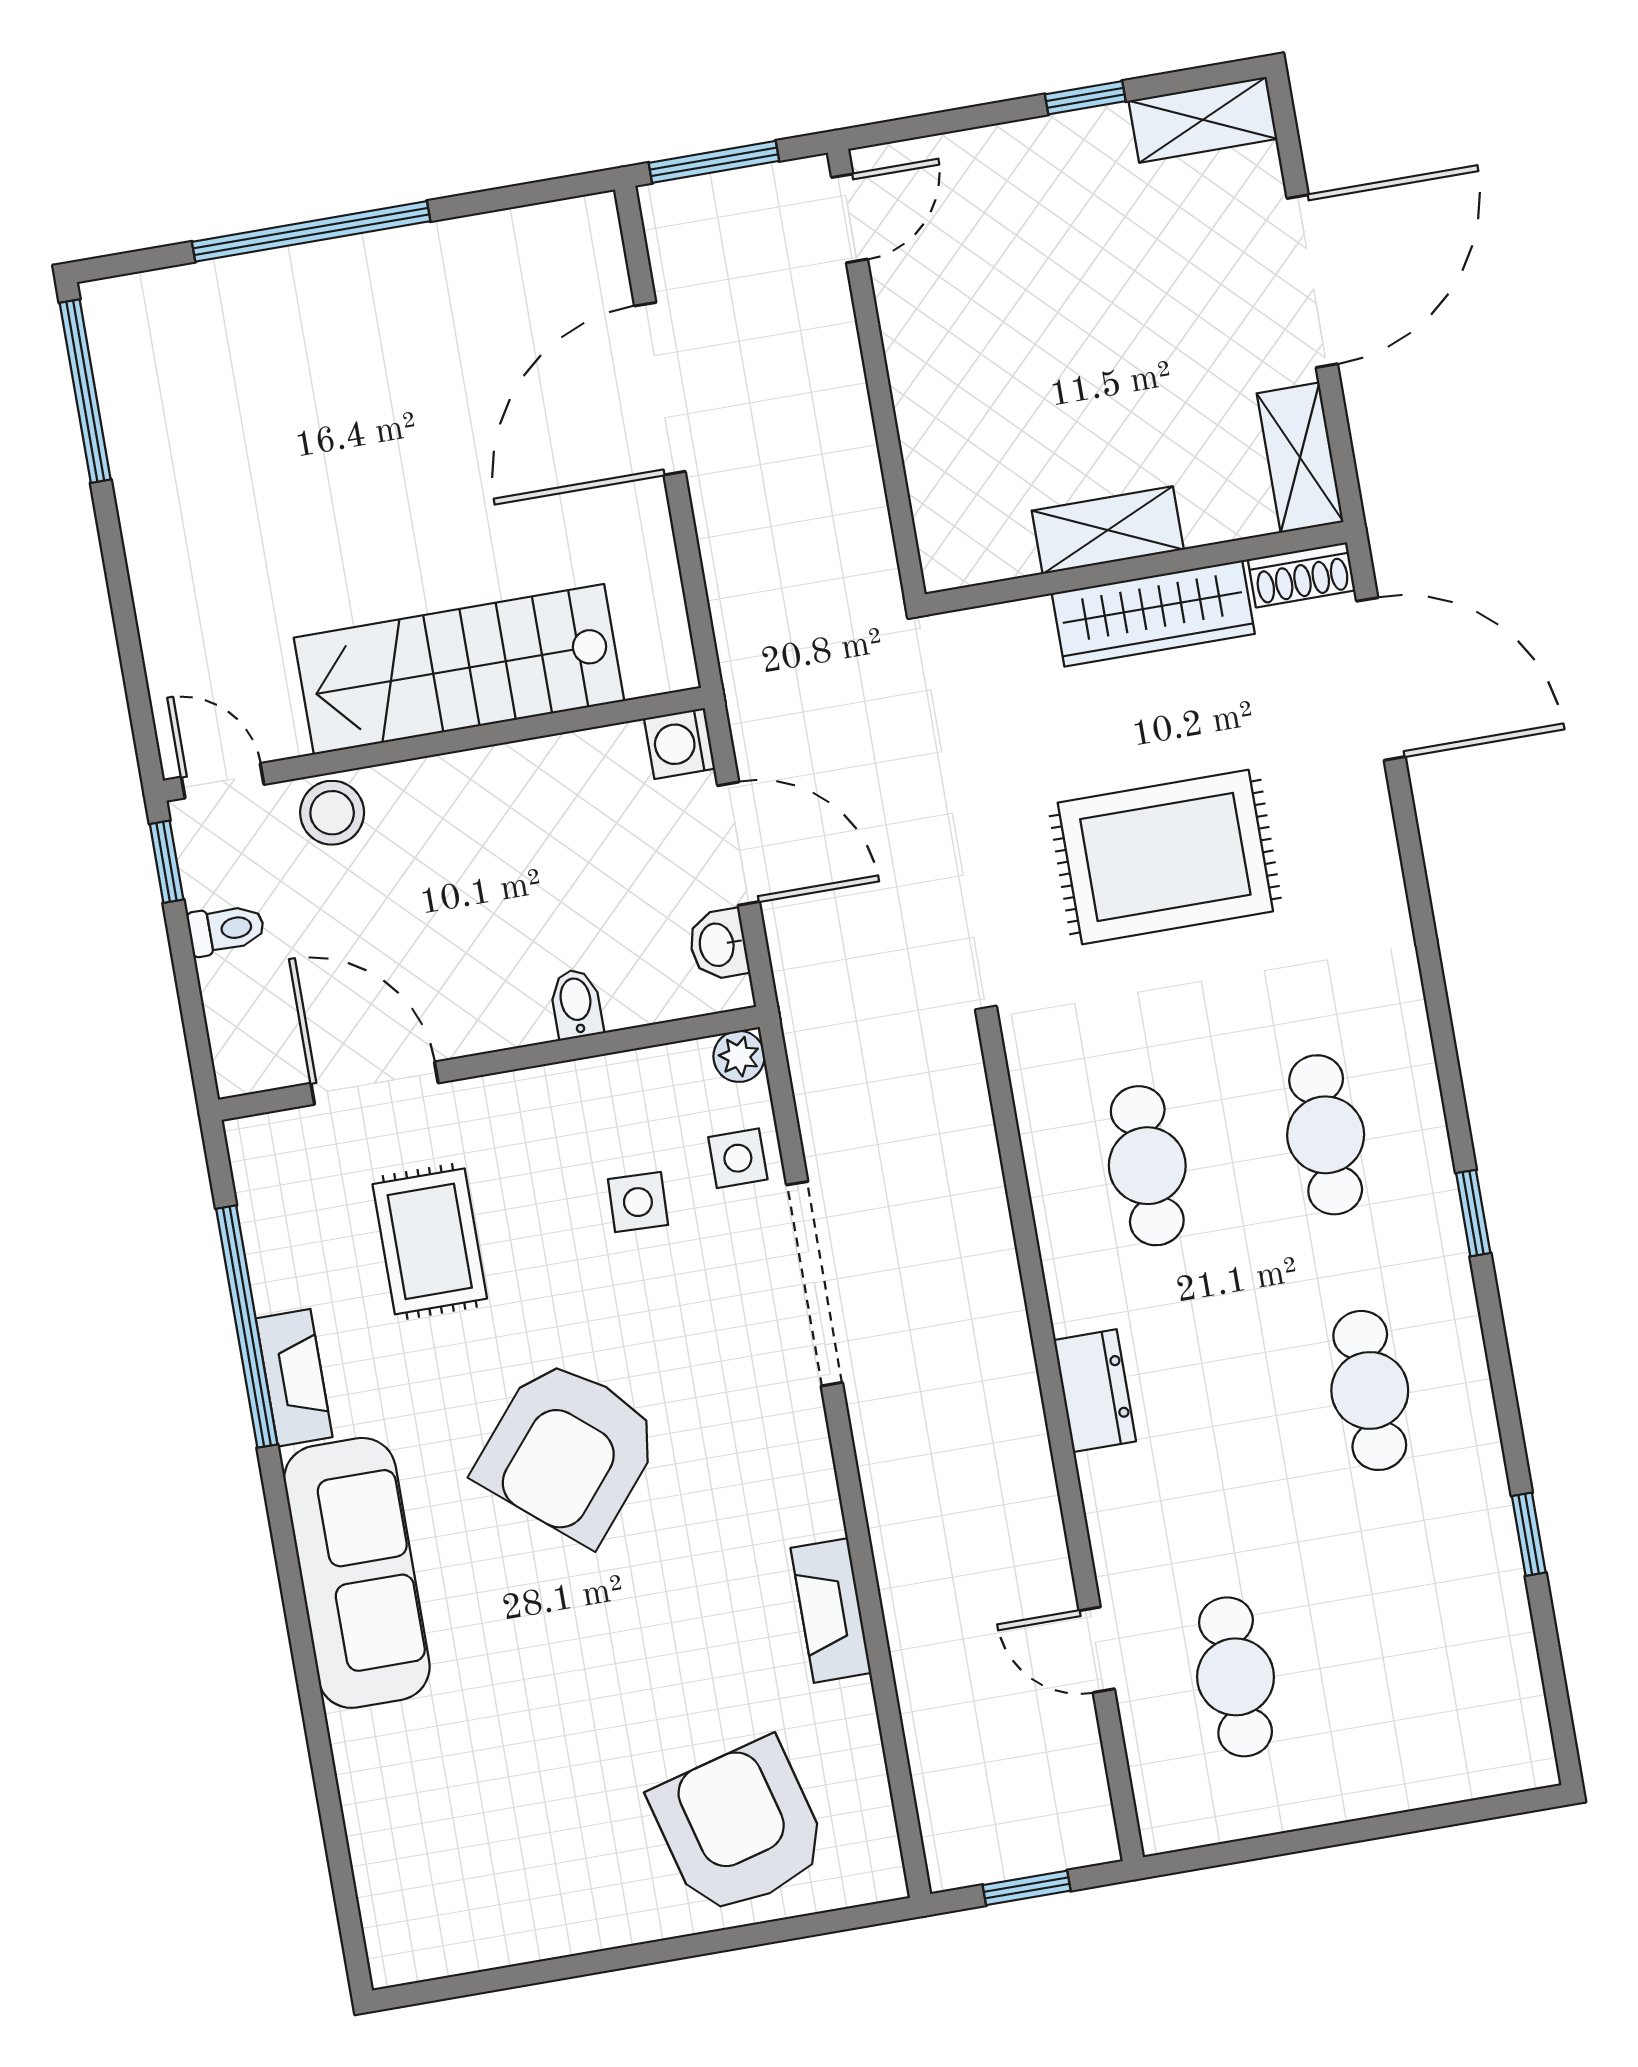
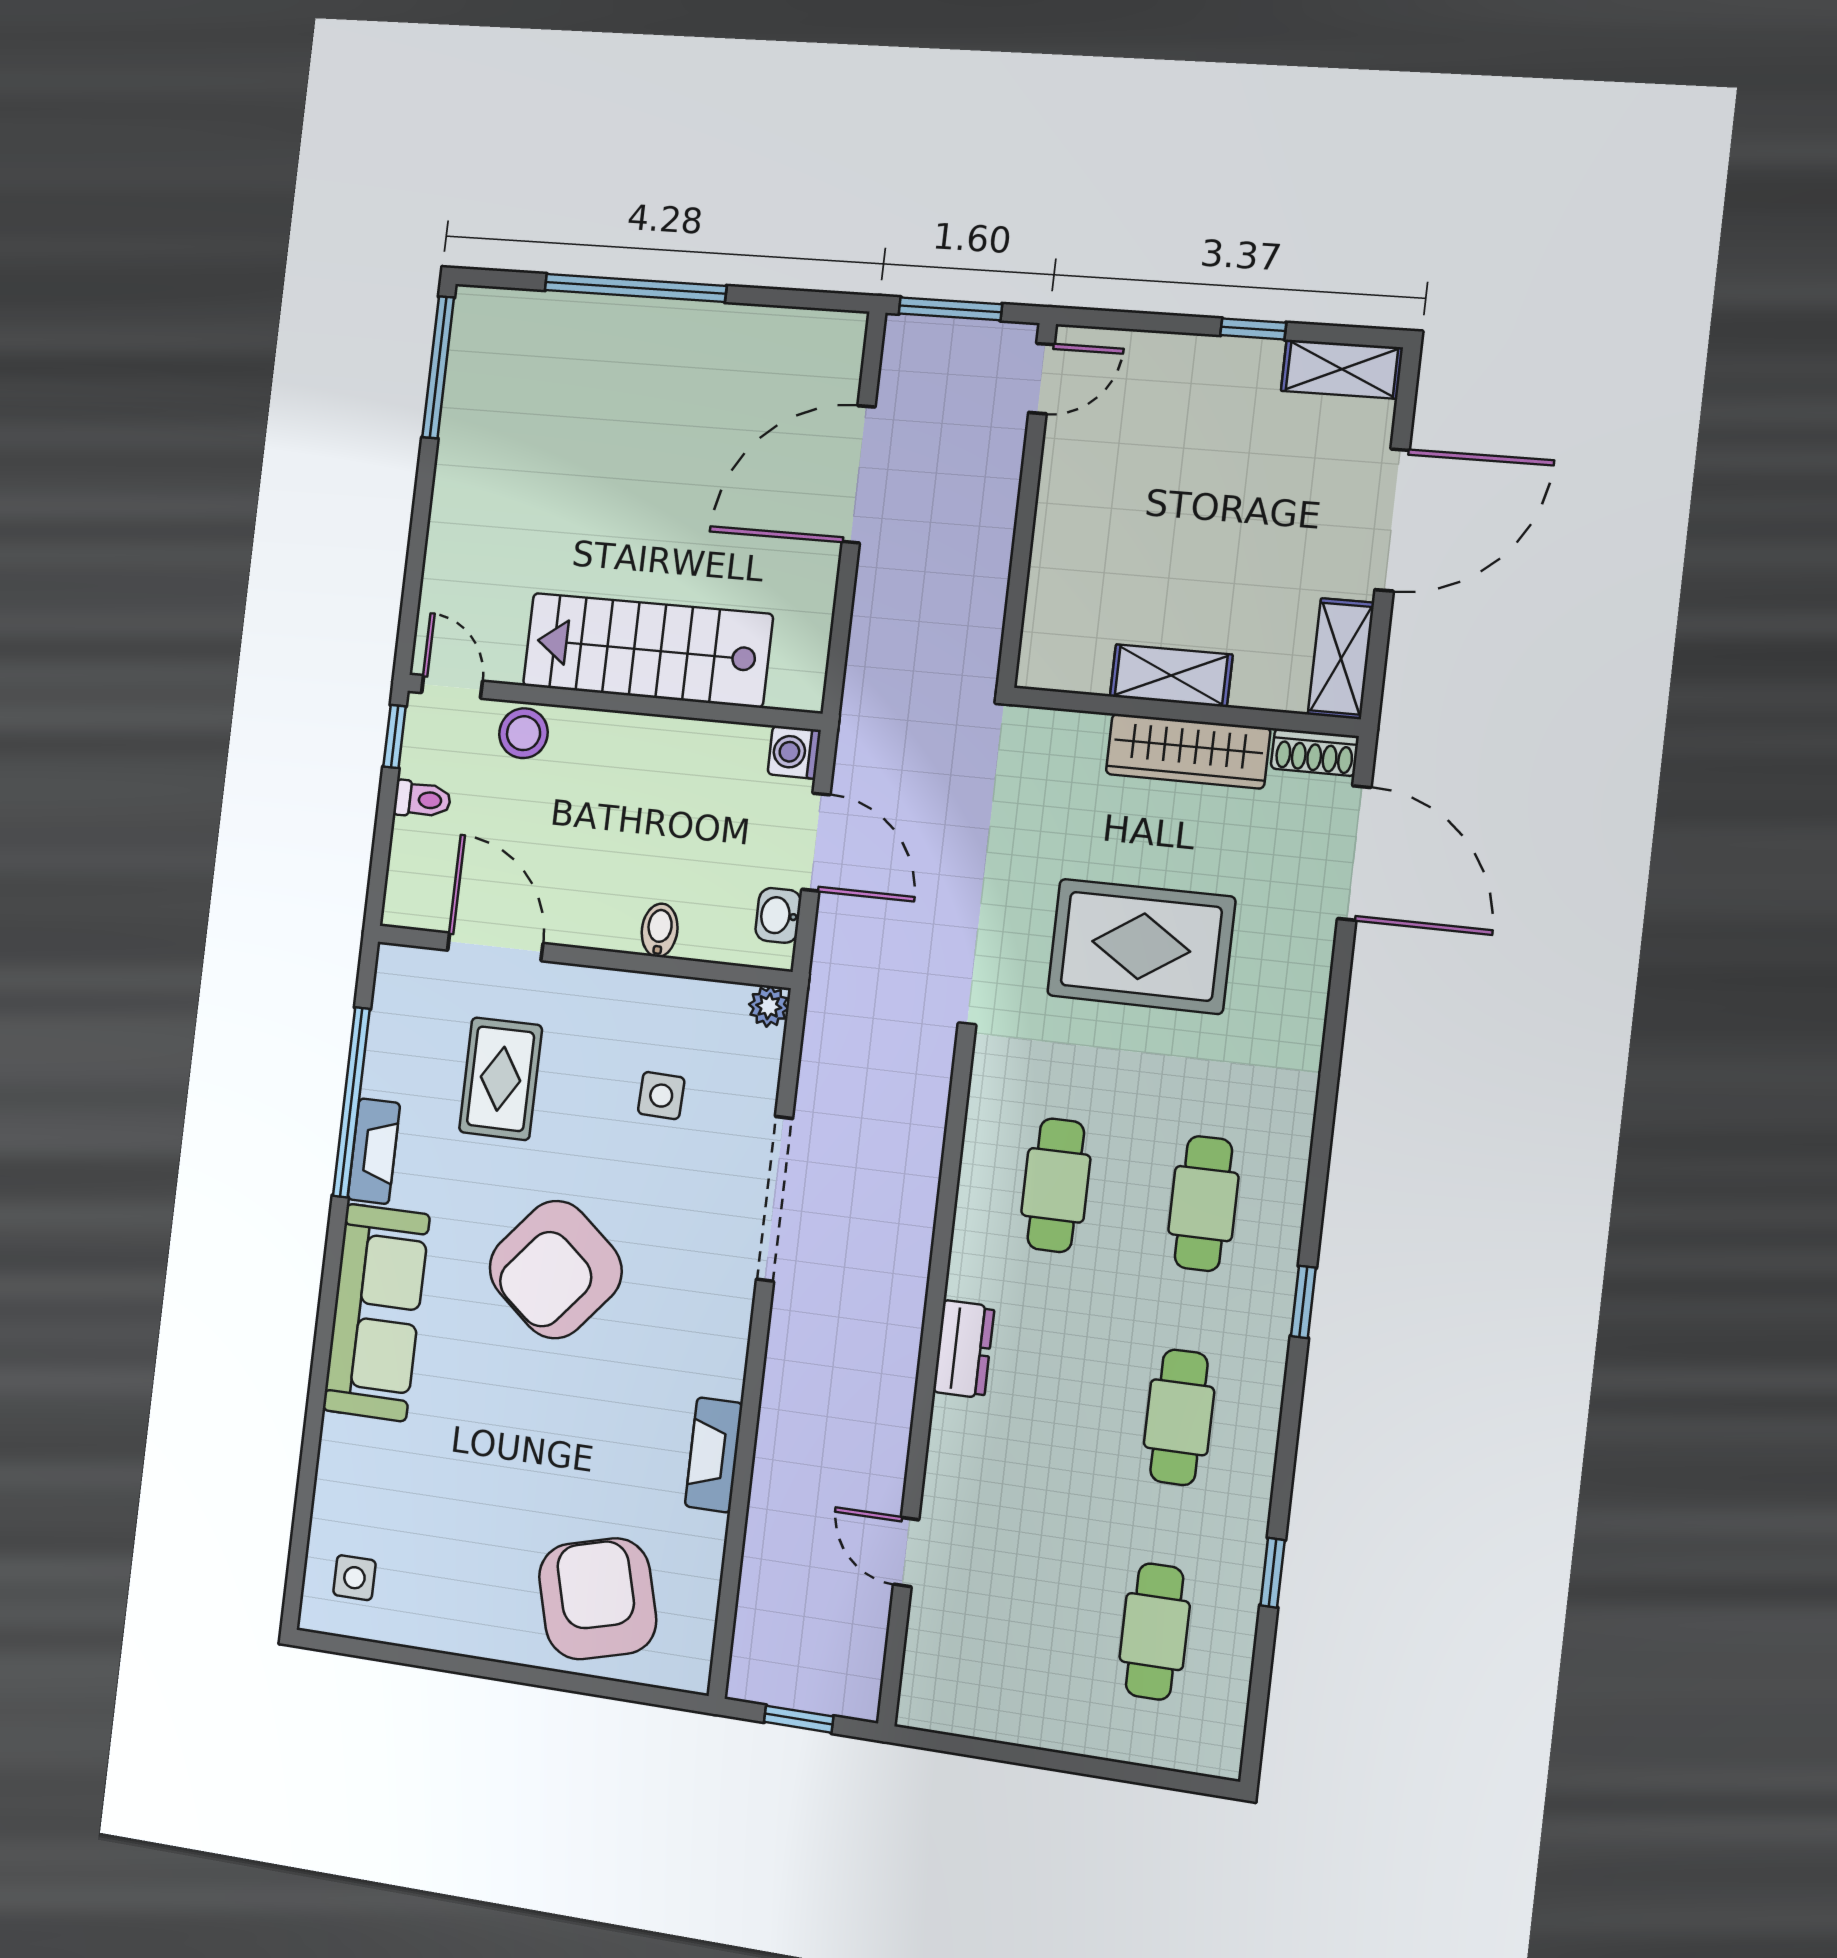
side table: (738, 1158) -> (354, 1578), moved
cafe table: (1236, 1677) -> (1155, 1632), moved

